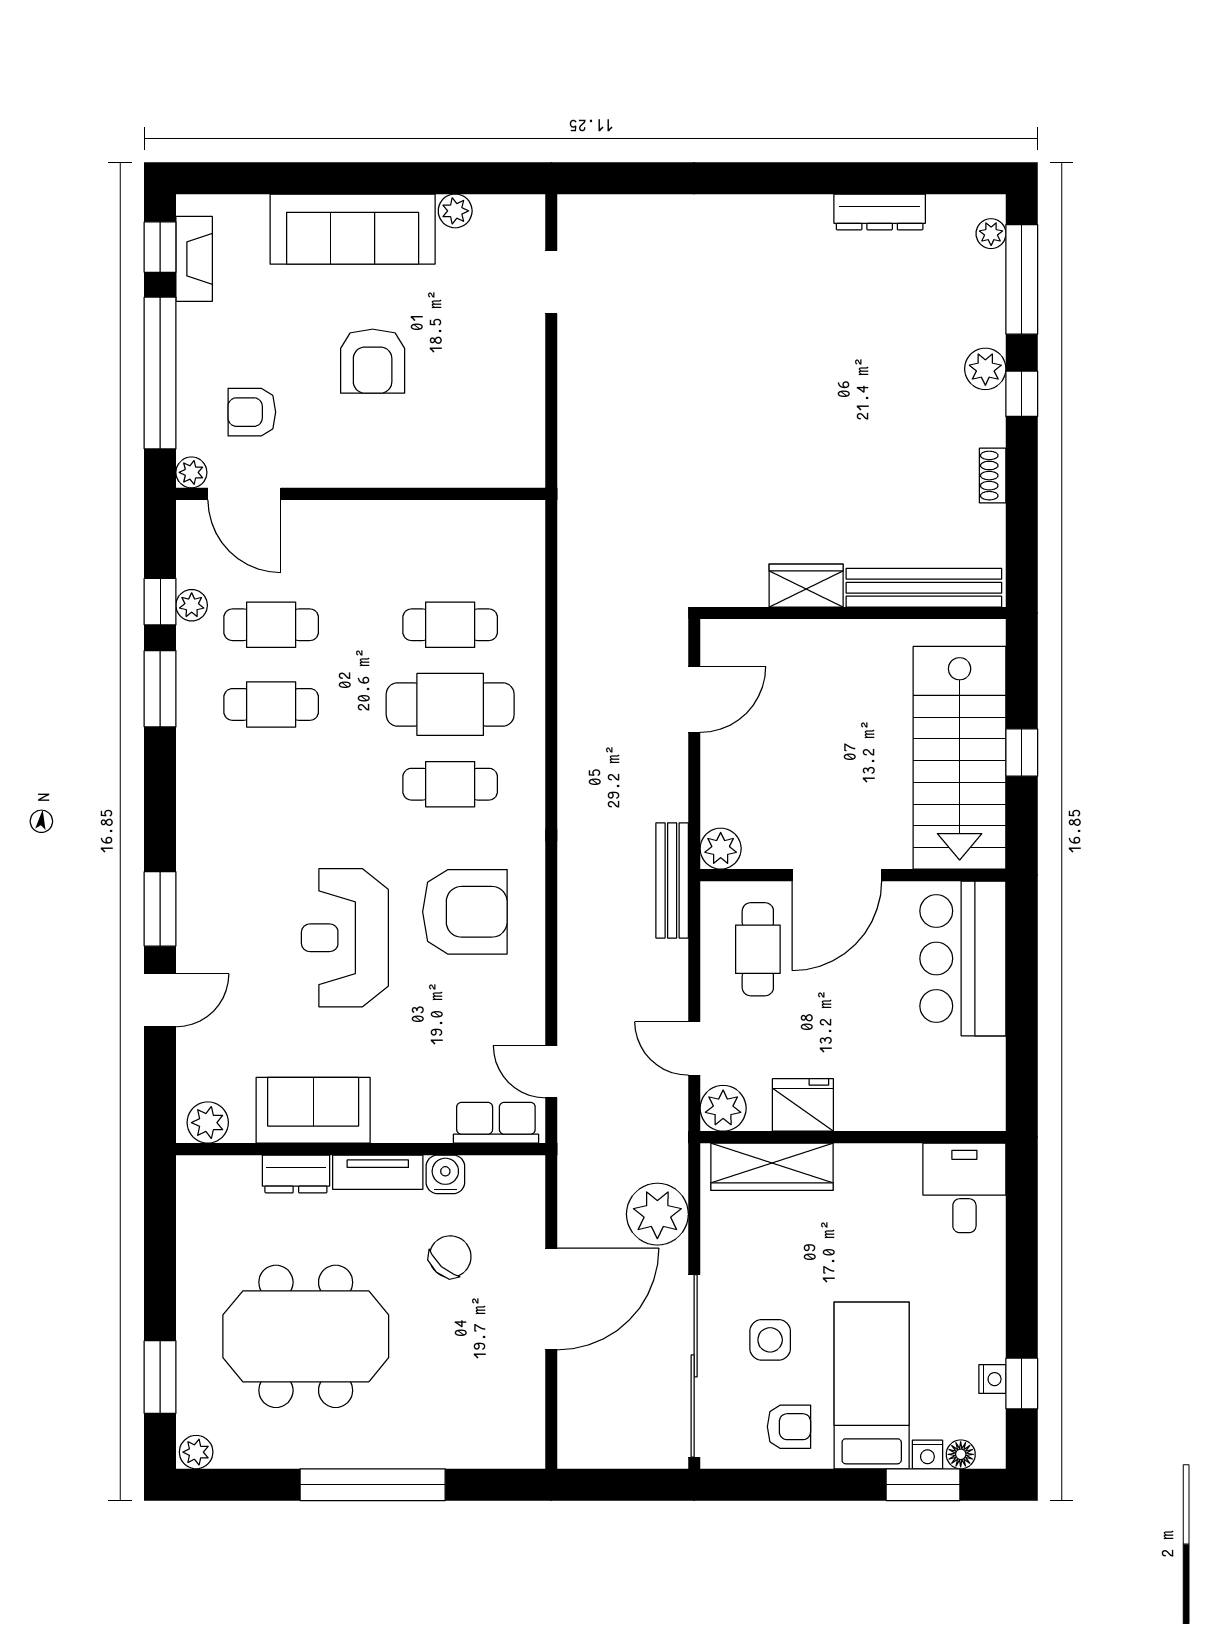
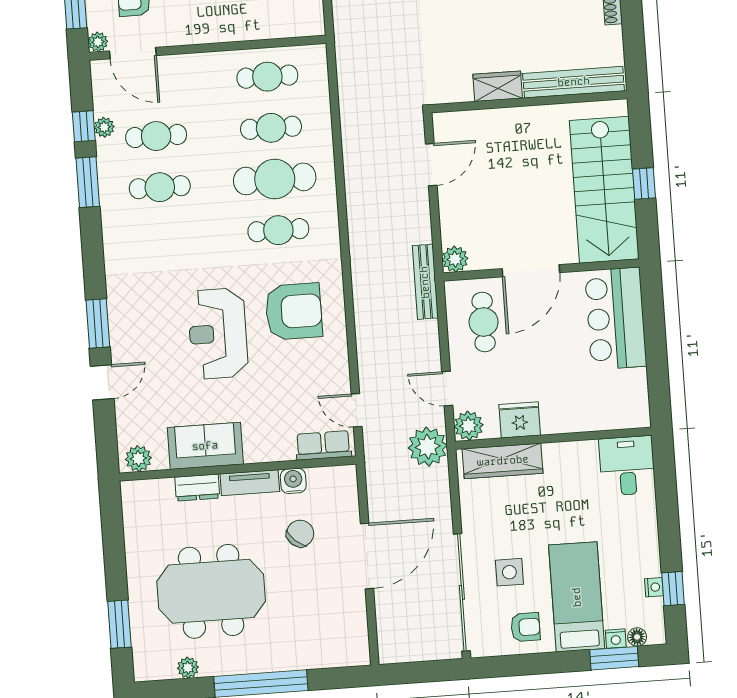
cafe table: (450, 545) -> (267, 77), added
plant: (657, 1214) -> (428, 447), moved
plant: (196, 1452) -> (188, 668), moved

